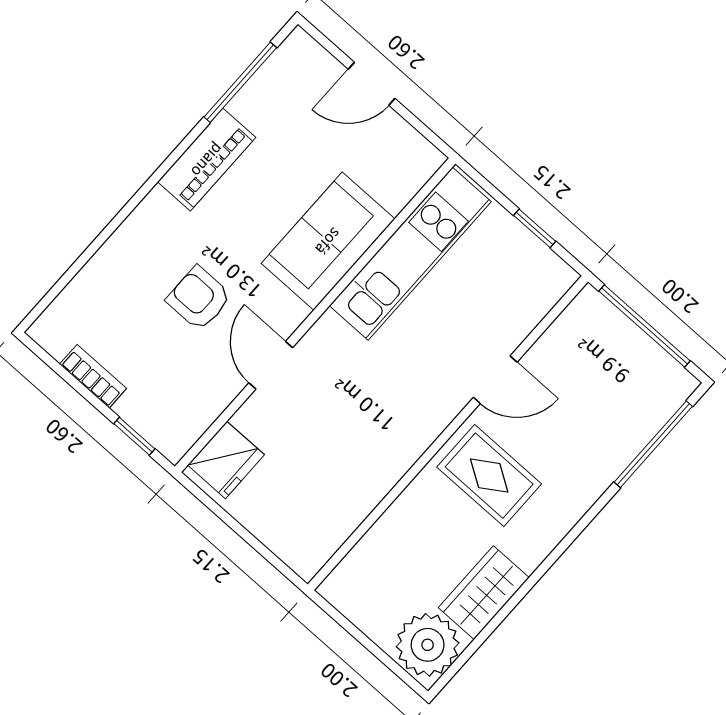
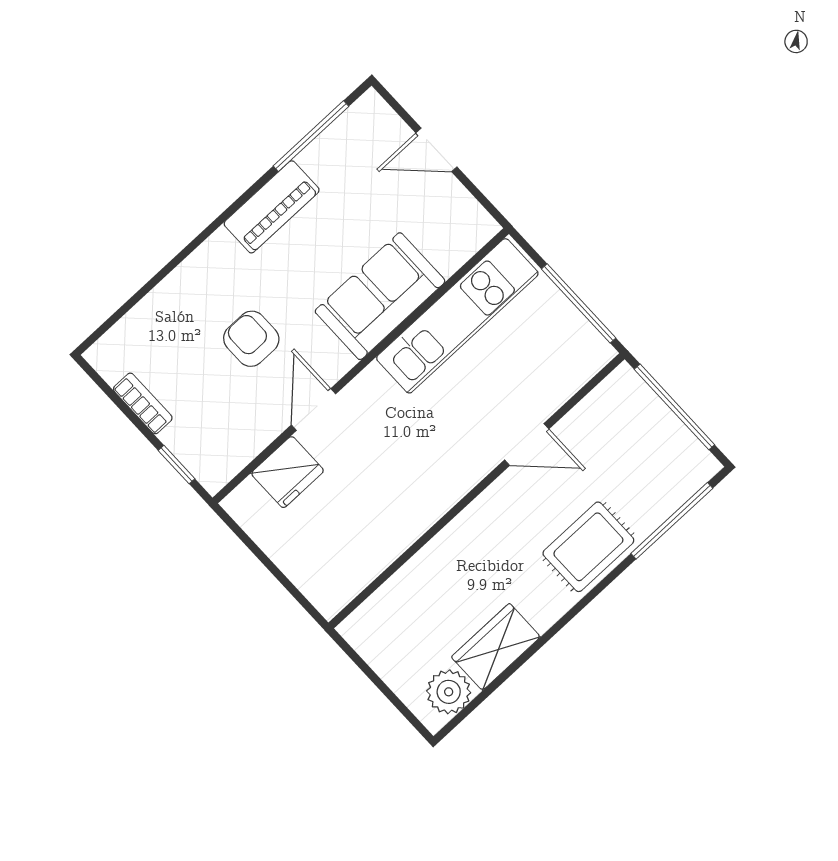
window: (535, 228) -> (579, 303), width x2.17
fridge: (226, 460) -> (288, 472), moved
rug: (489, 476) -> (588, 547), moved, turned 90
plant: (428, 645) -> (449, 692), width x0.73, depth x0.73

